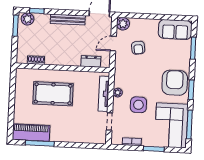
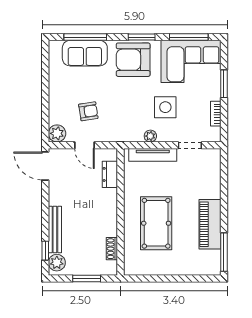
bench: (68, 20) -> (55, 230), moved
window: (16, 26) -> (87, 278), moved
sofa: (175, 30) -> (85, 53), moved, turned 90
window: (193, 48) -> (85, 37), width x1.44
piano: (31, 133) -> (210, 224), moved
window: (40, 143) -> (224, 252), moved

